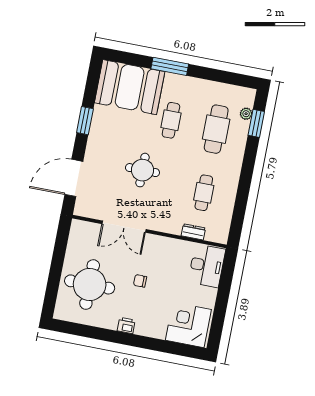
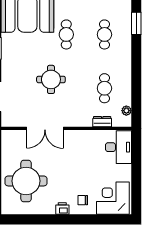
plant: (246, 114) -> (126, 111), moved
cafe table: (216, 129) -> (104, 34), width x0.73, depth x0.74
chair: (140, 281) -> (83, 200), moved

